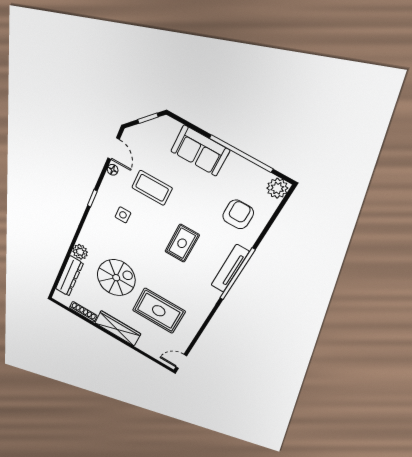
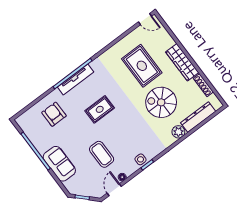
plant: (277, 188) -> (23, 121), removed
armchair: (238, 214) -> (54, 114), turned 90
side table: (123, 215) -> (141, 159), moved

